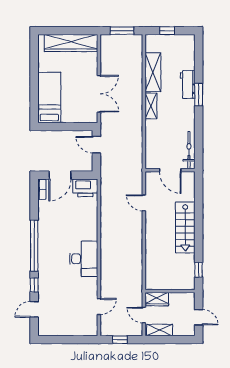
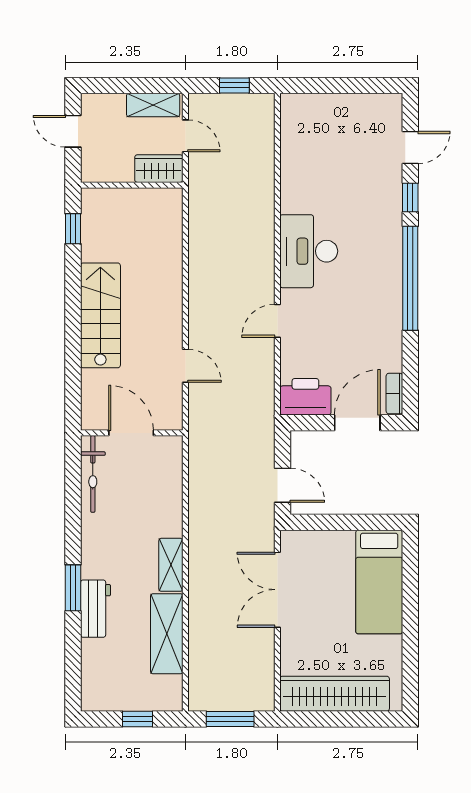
door: (99, 307) -> (277, 321), moved

